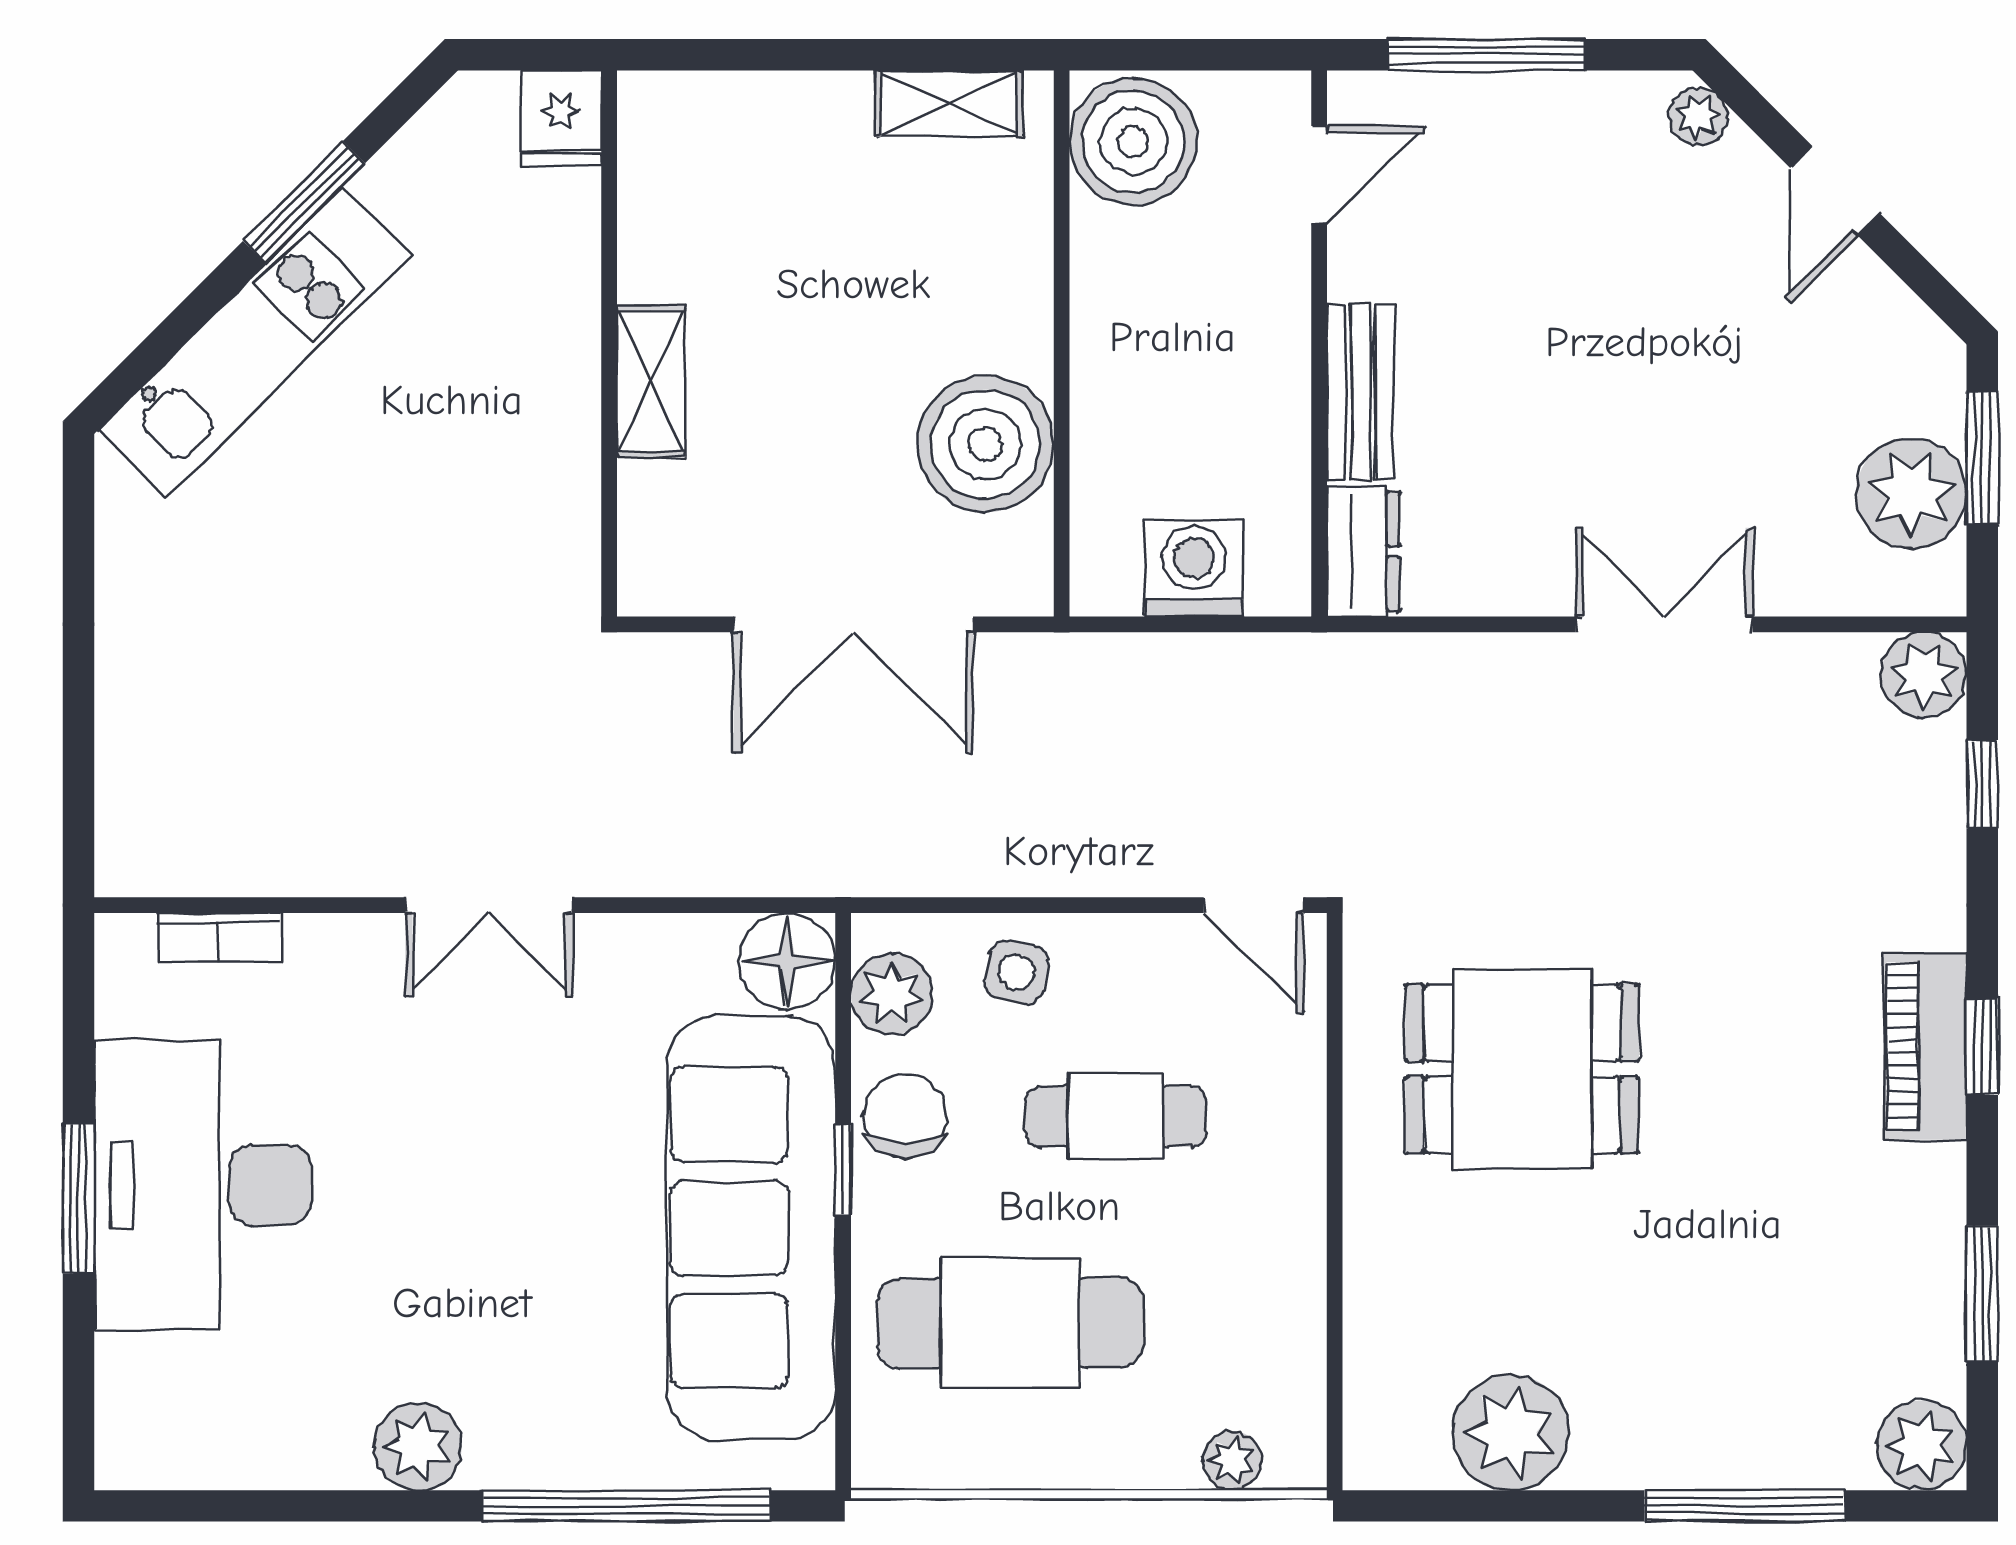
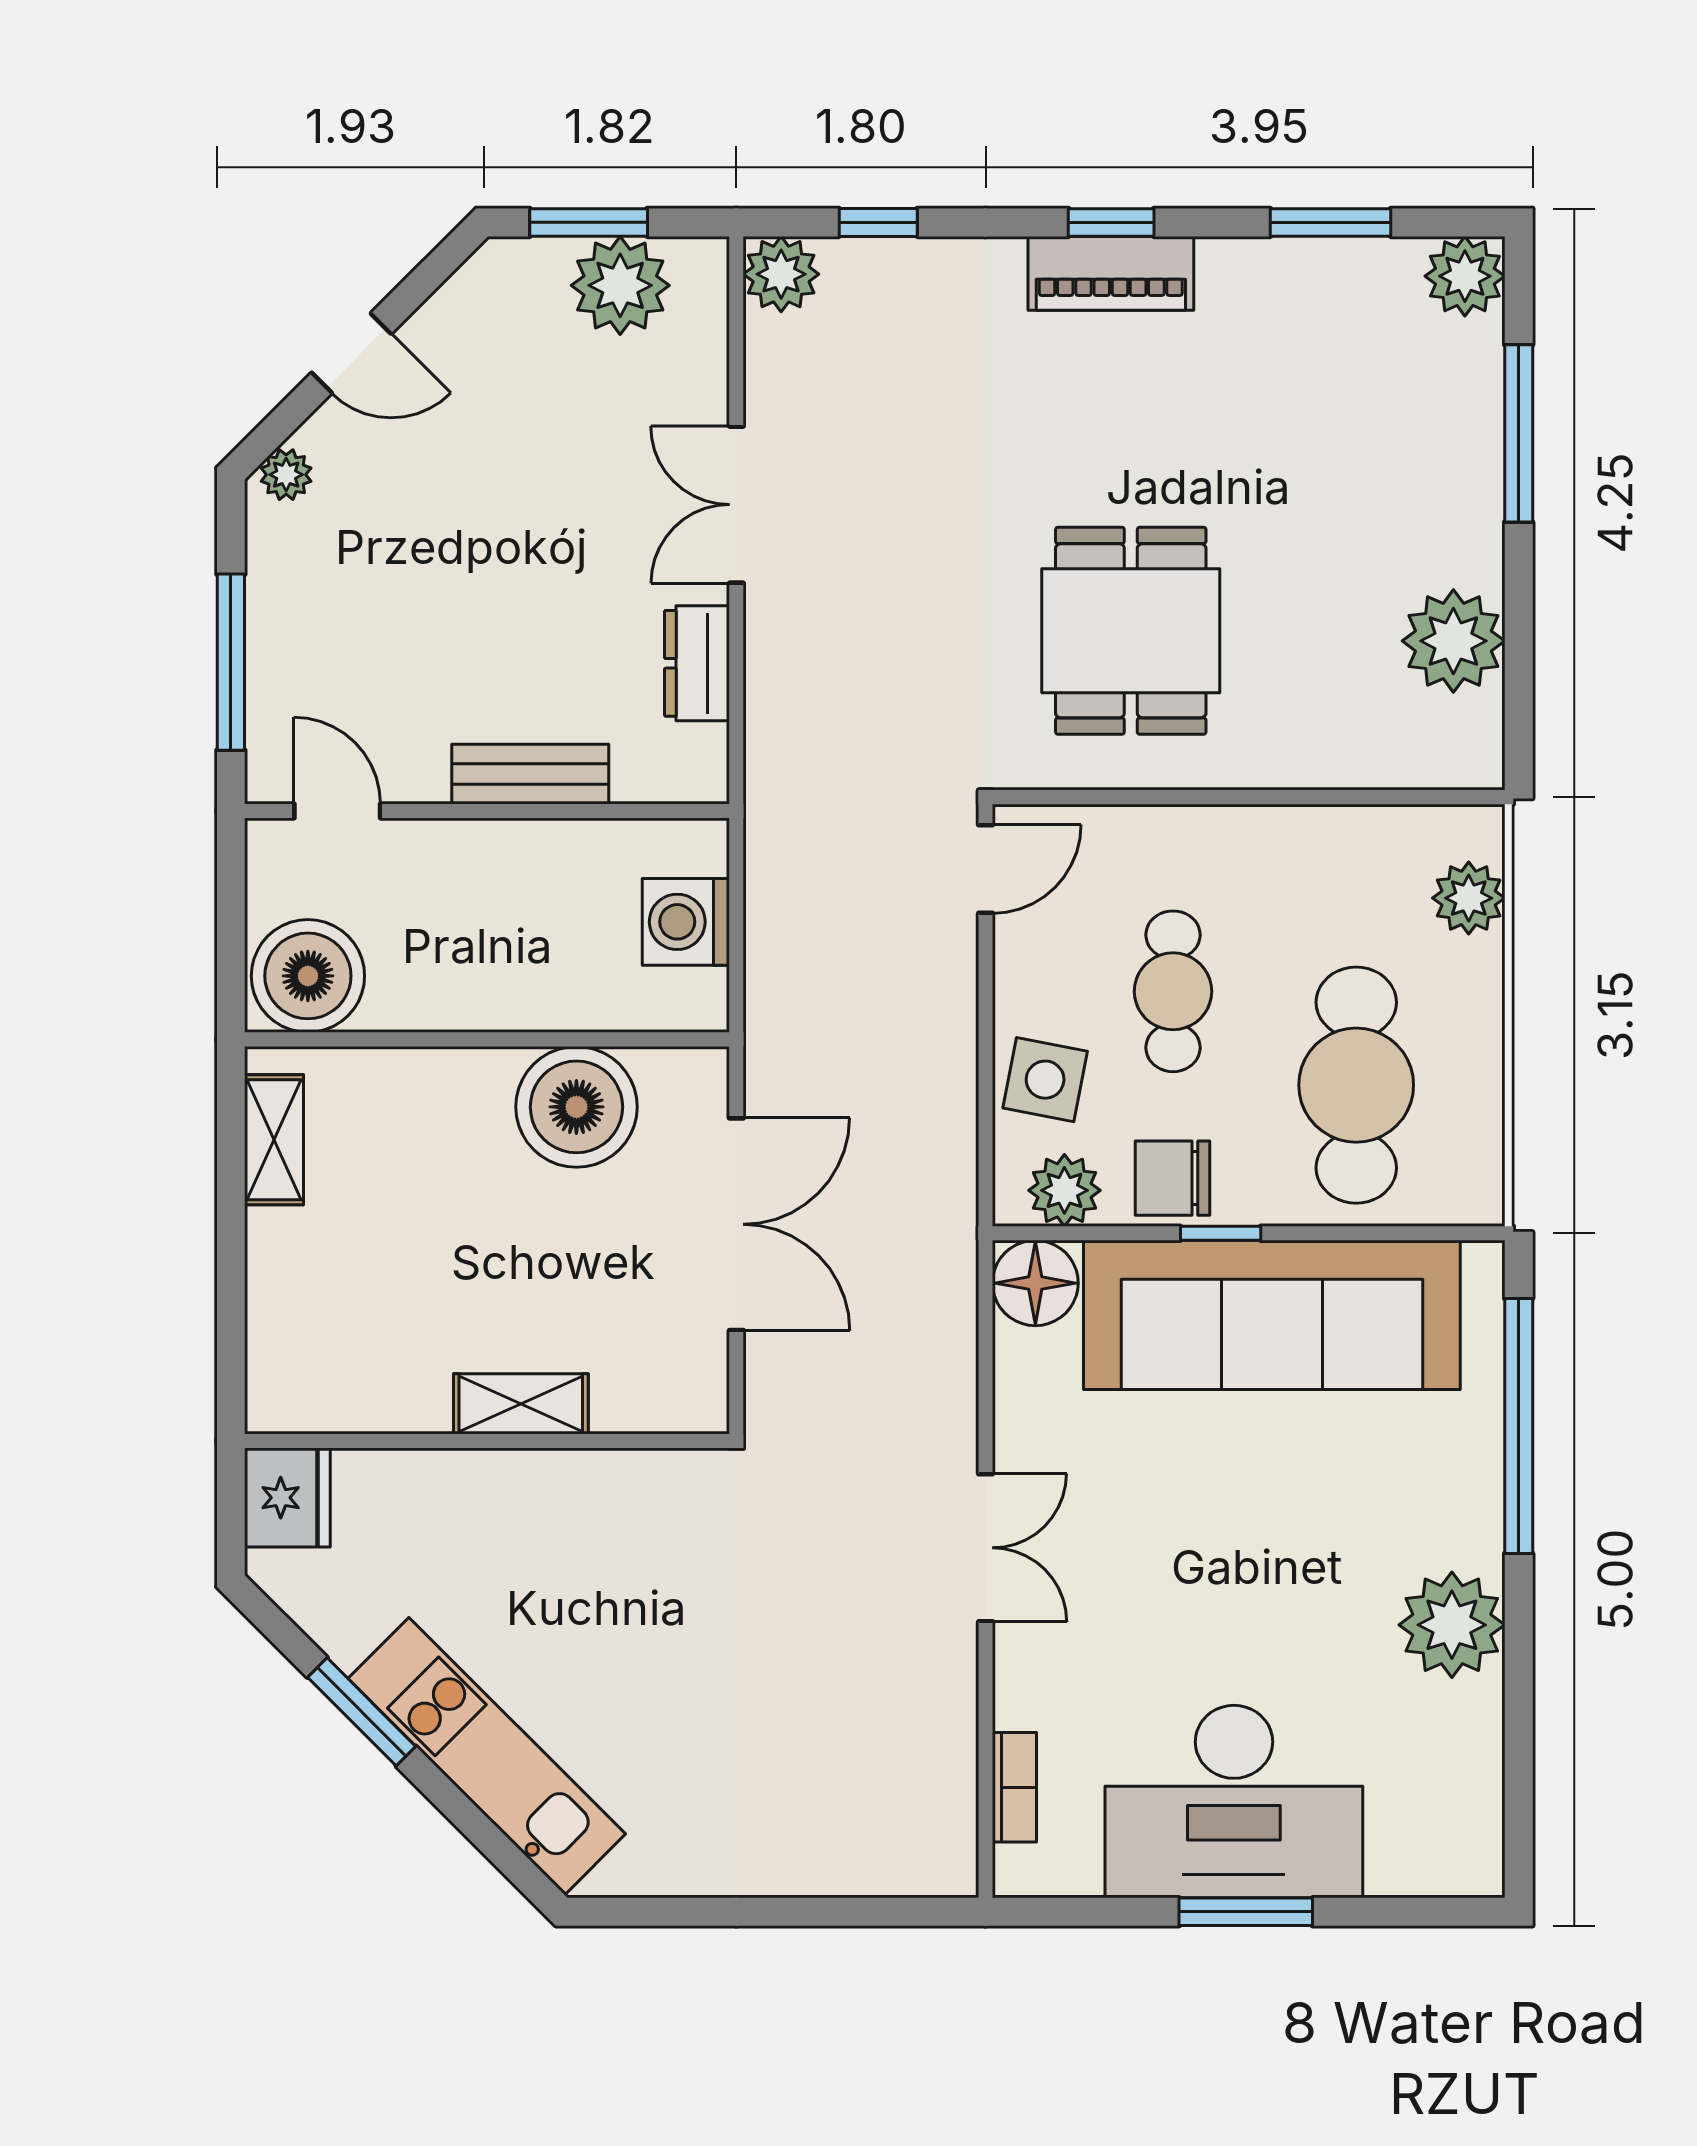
fridge: (561, 119) -> (287, 1498), width x1.38
dresser: (1363, 552) -> (697, 663), moved, turned -90
side table: (1016, 972) -> (1045, 1080), width x1.37, depth x1.37
plant: (418, 1447) -> (1452, 1625), width x1.36, depth x1.36
plant: (1232, 1461) -> (1469, 898), width x1.38, depth x1.38

